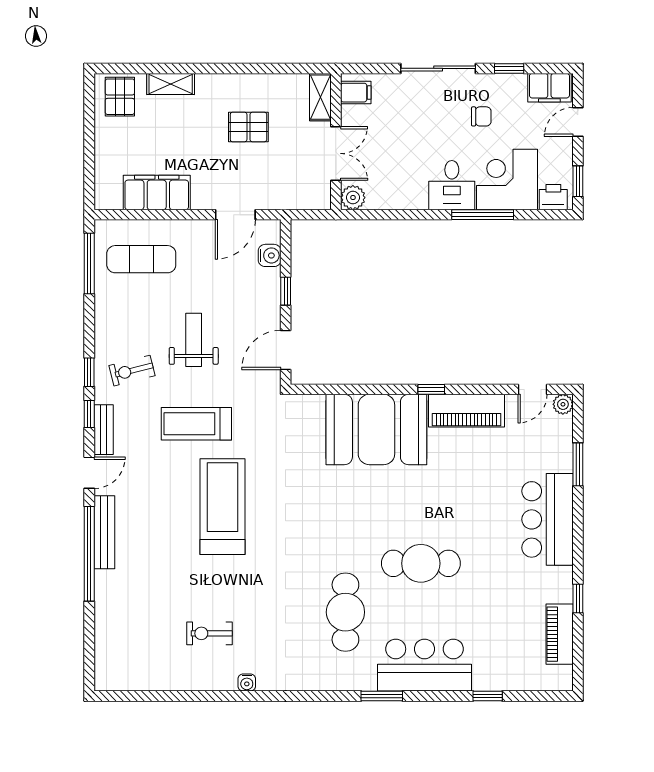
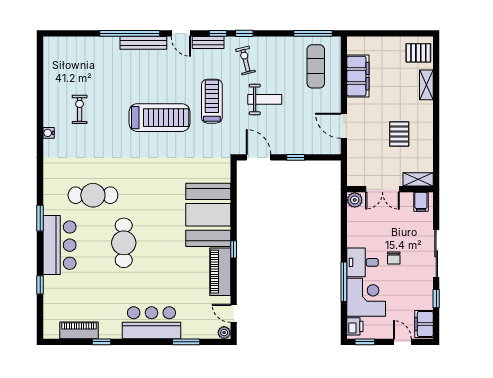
chair: (481, 116) -> (394, 258), moved
water cooler: (270, 255) -> (318, 147), removed

